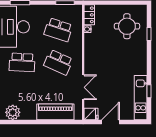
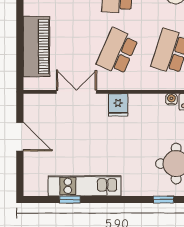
double door: (83, 87) -> (76, 92), swing flipped
kitchen unit: (141, 98) -> (85, 186), moved
fridge: (91, 114) -> (118, 105), moved

